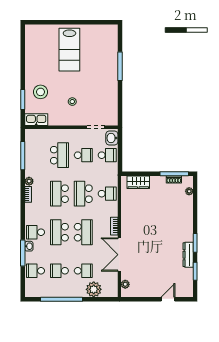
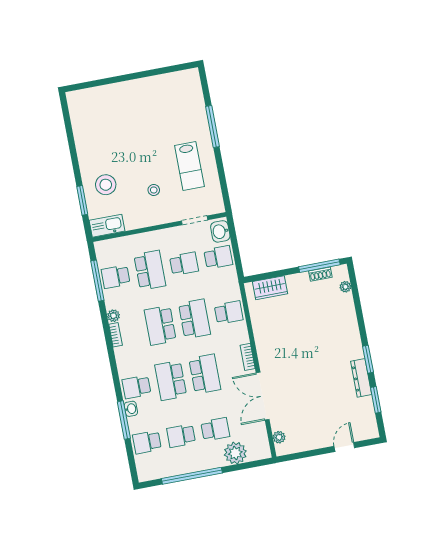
lab bench: (69, 50) -> (189, 166), moved, width x0.73, depth x0.72
school desk: (35, 155) -> (116, 277), added
school desk: (83, 194) -> (194, 319), turned 180

